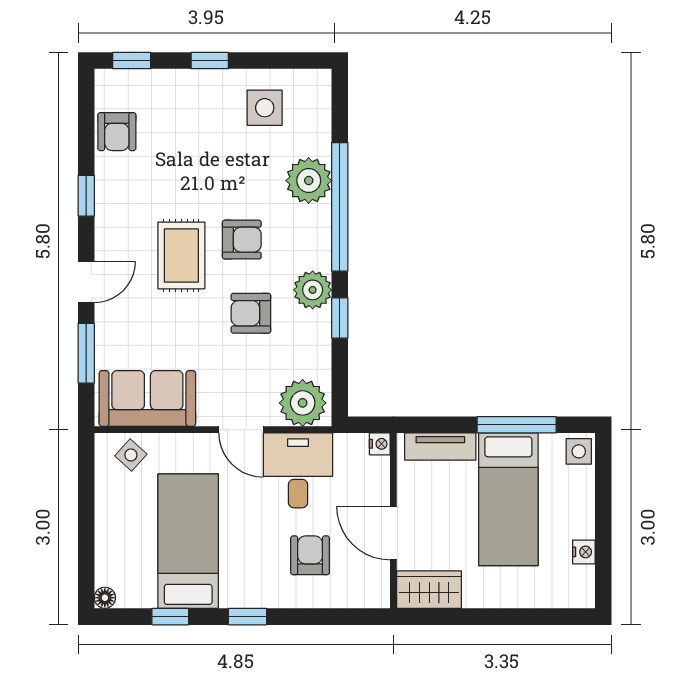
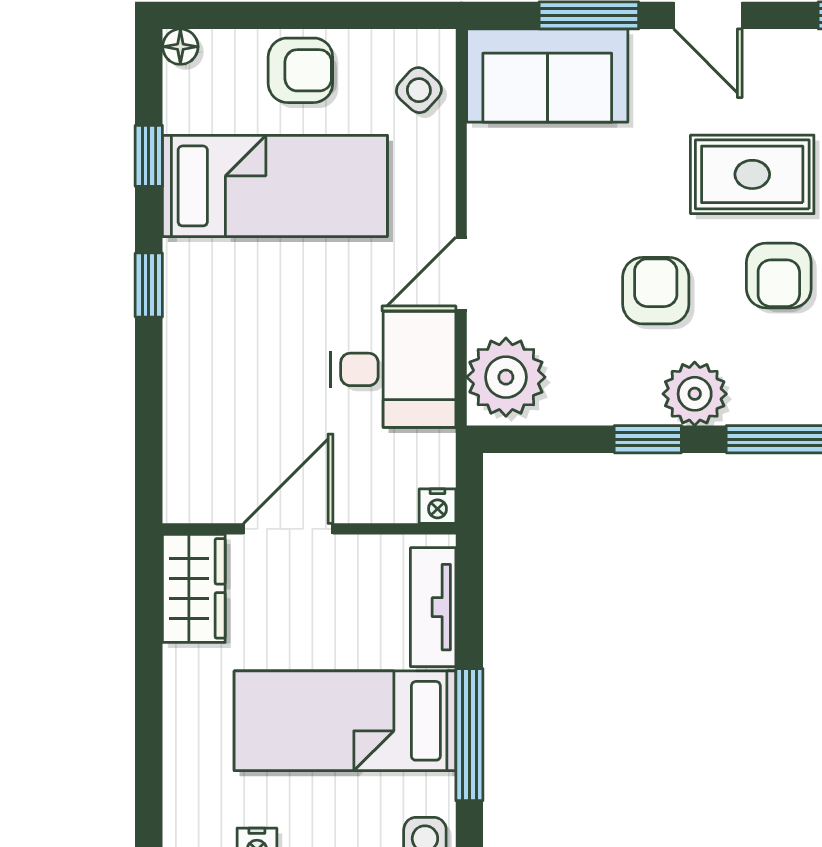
sofa: (147, 399) -> (547, 76), moved, turned 90
armchair: (310, 555) -> (300, 70), moved

